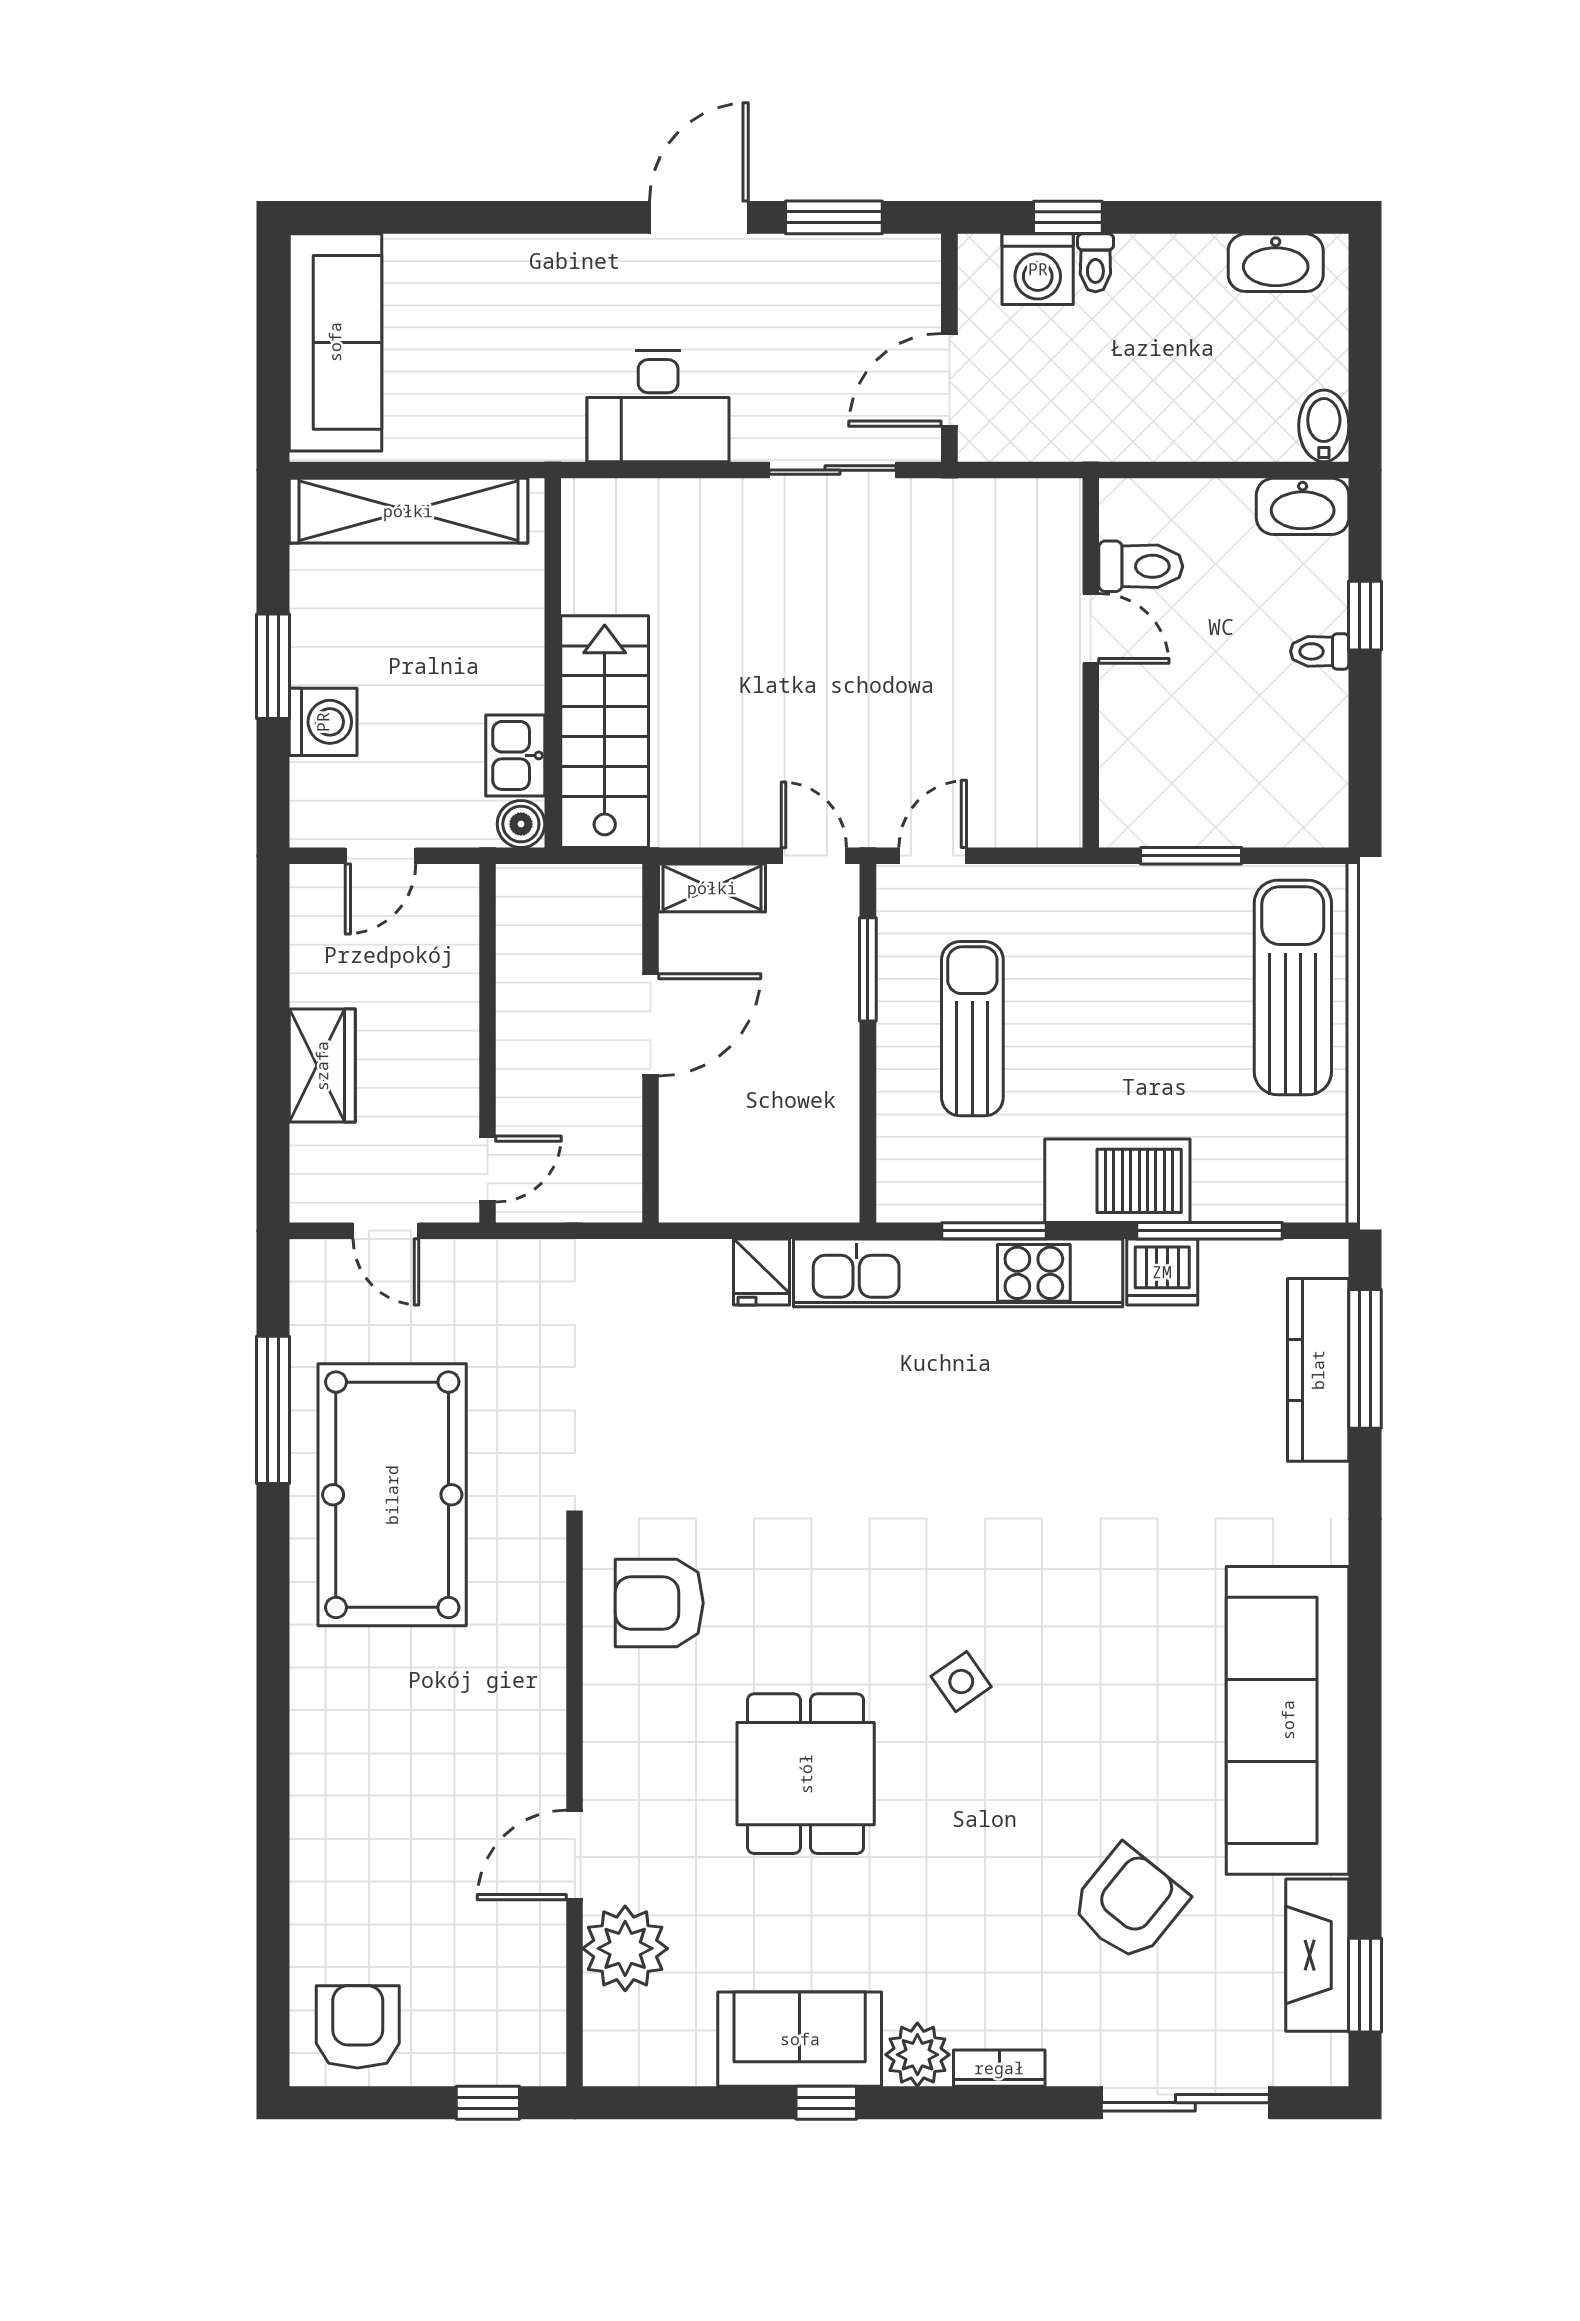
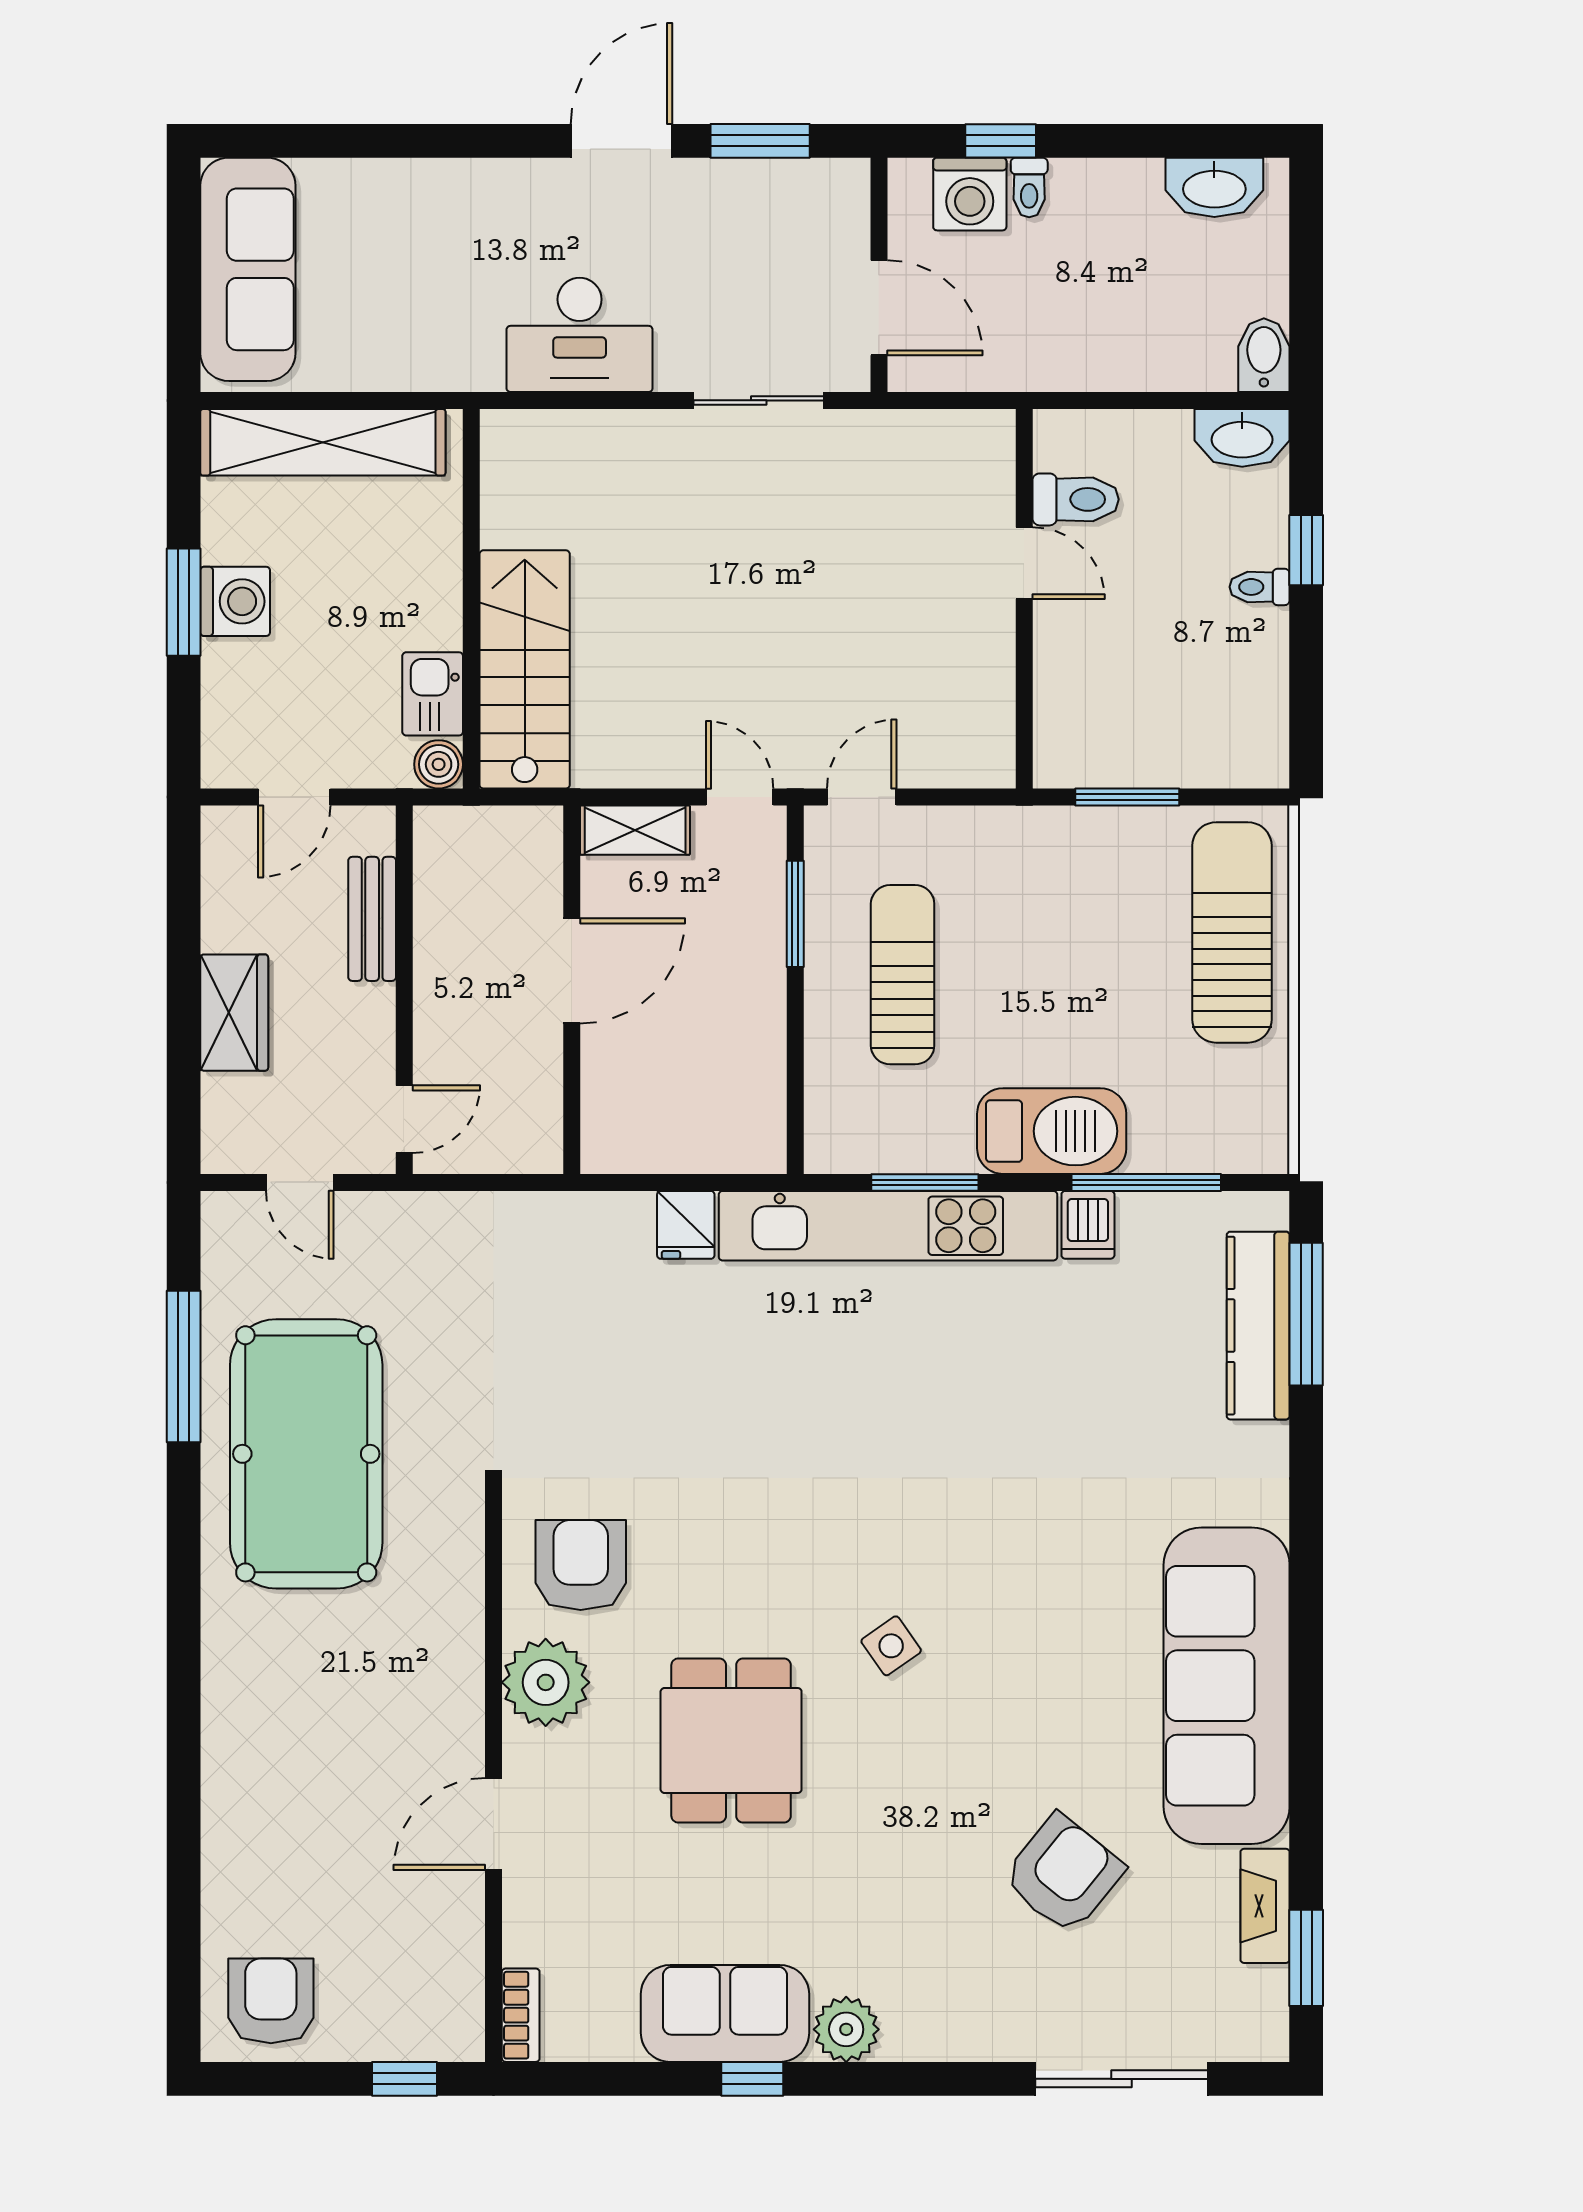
door: (949, 380) -> (879, 308), swing flipped
washing machine: (323, 722) -> (235, 601), moved
bench: (456, 974) -> (372, 919), added
dishwasher: (1162, 1272) -> (1088, 1225), width x0.73
armchair: (659, 1603) -> (581, 1565), turned 90
plant: (625, 1948) -> (546, 1682), moved
fireplace: (1317, 1955) -> (1265, 1906), width x0.73, depth x0.76
bookcase: (999, 2068) -> (521, 2015), moved, turned 90

